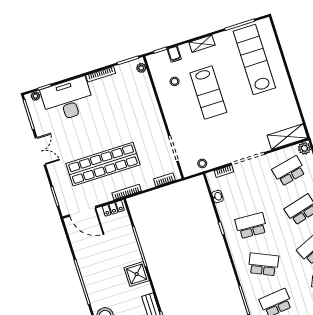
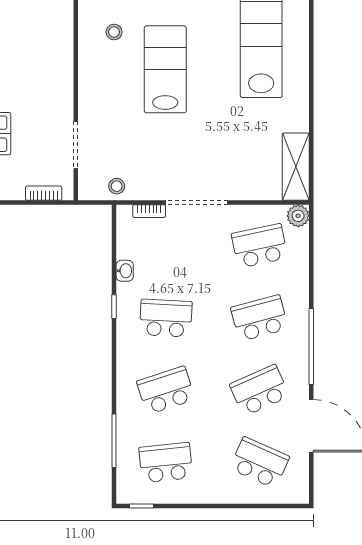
lab bench: (208, 93) -> (165, 69), turned 180
shelving: (287, 137) -> (296, 167), moved, turned 90
washbasin: (218, 196) -> (125, 271), moved
school desk: (263, 264) -> (166, 390), turned -42

